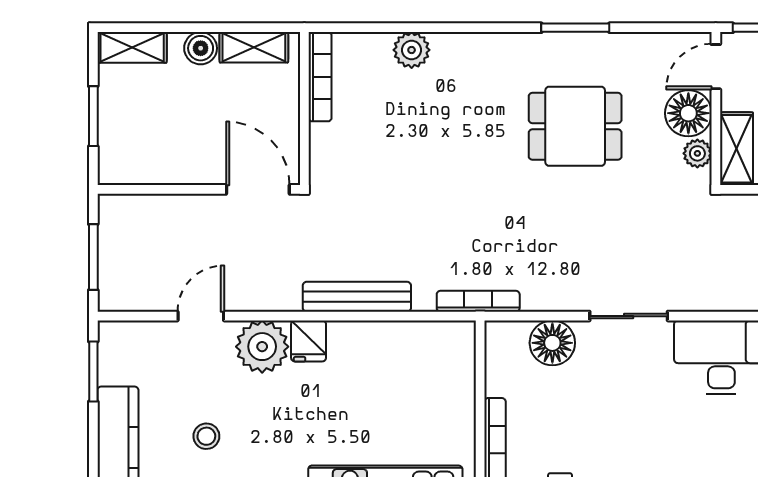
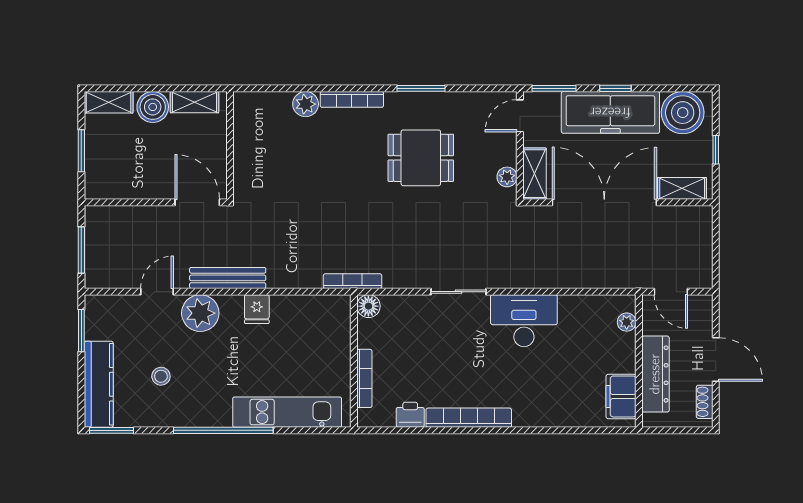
boiler: (201, 48) -> (153, 107), width x1.36, depth x1.36
bookcase: (320, 77) -> (352, 99), moved, turned 90
floor lamp: (688, 113) -> (501, 149), removed
bench: (357, 297) -> (228, 278), moved
fridge: (309, 341) -> (257, 309), moved
floor lamp: (552, 343) -> (368, 306), moved, width x0.73, depth x0.73

